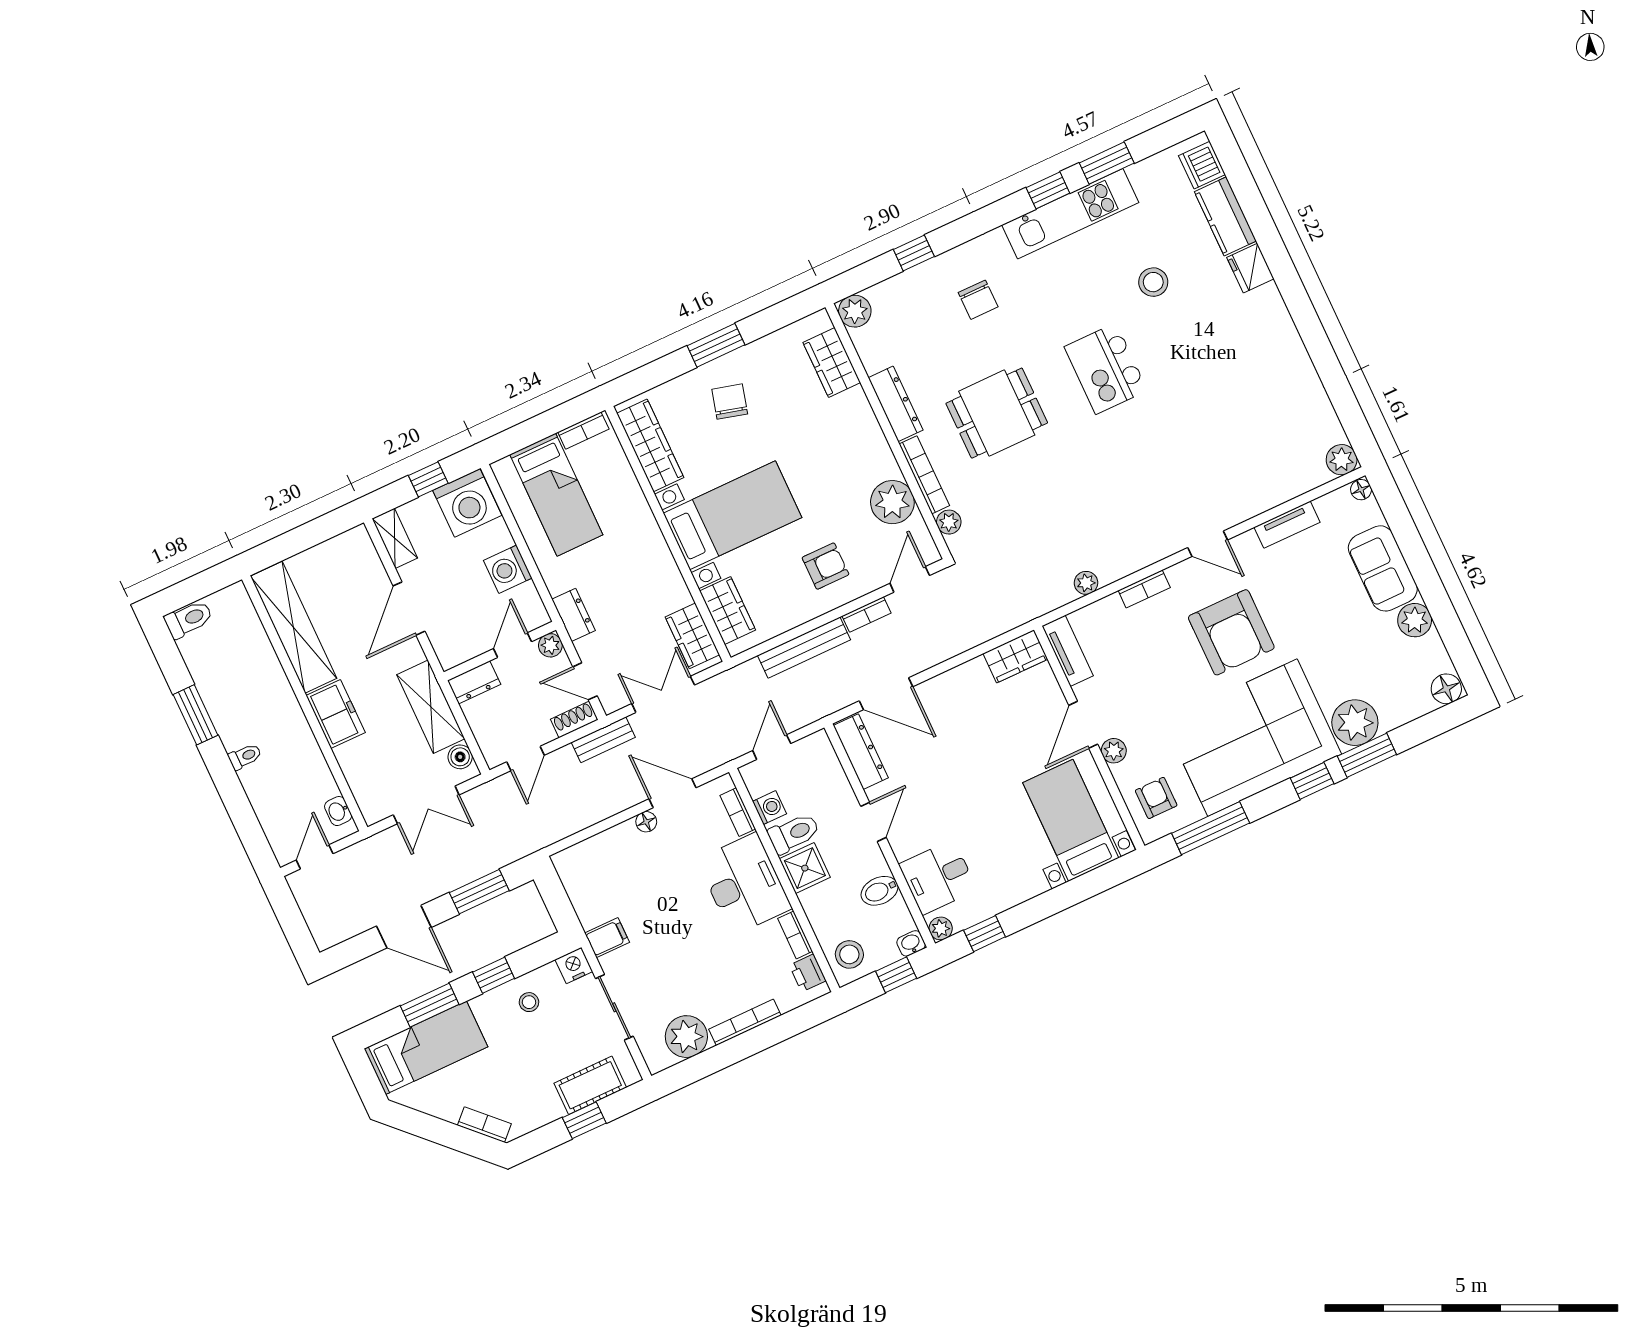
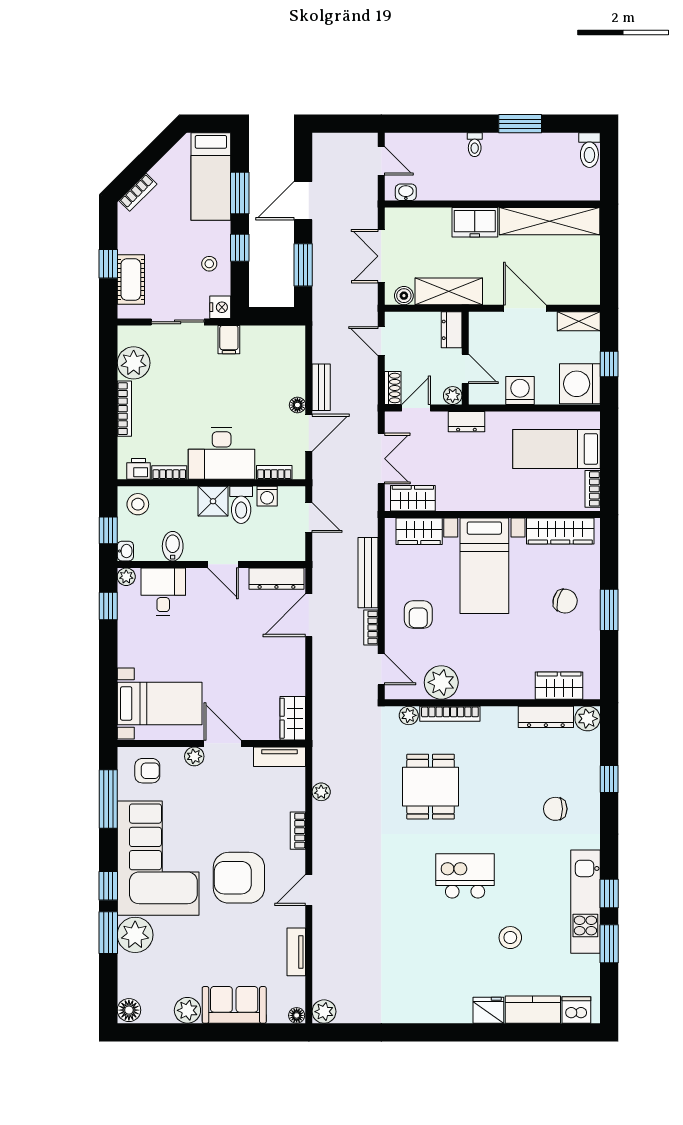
dresser: (896, 404) -> (546, 717), moved
dining table: (997, 413) -> (431, 787), moved
bench: (603, 740) -> (321, 387), moved

